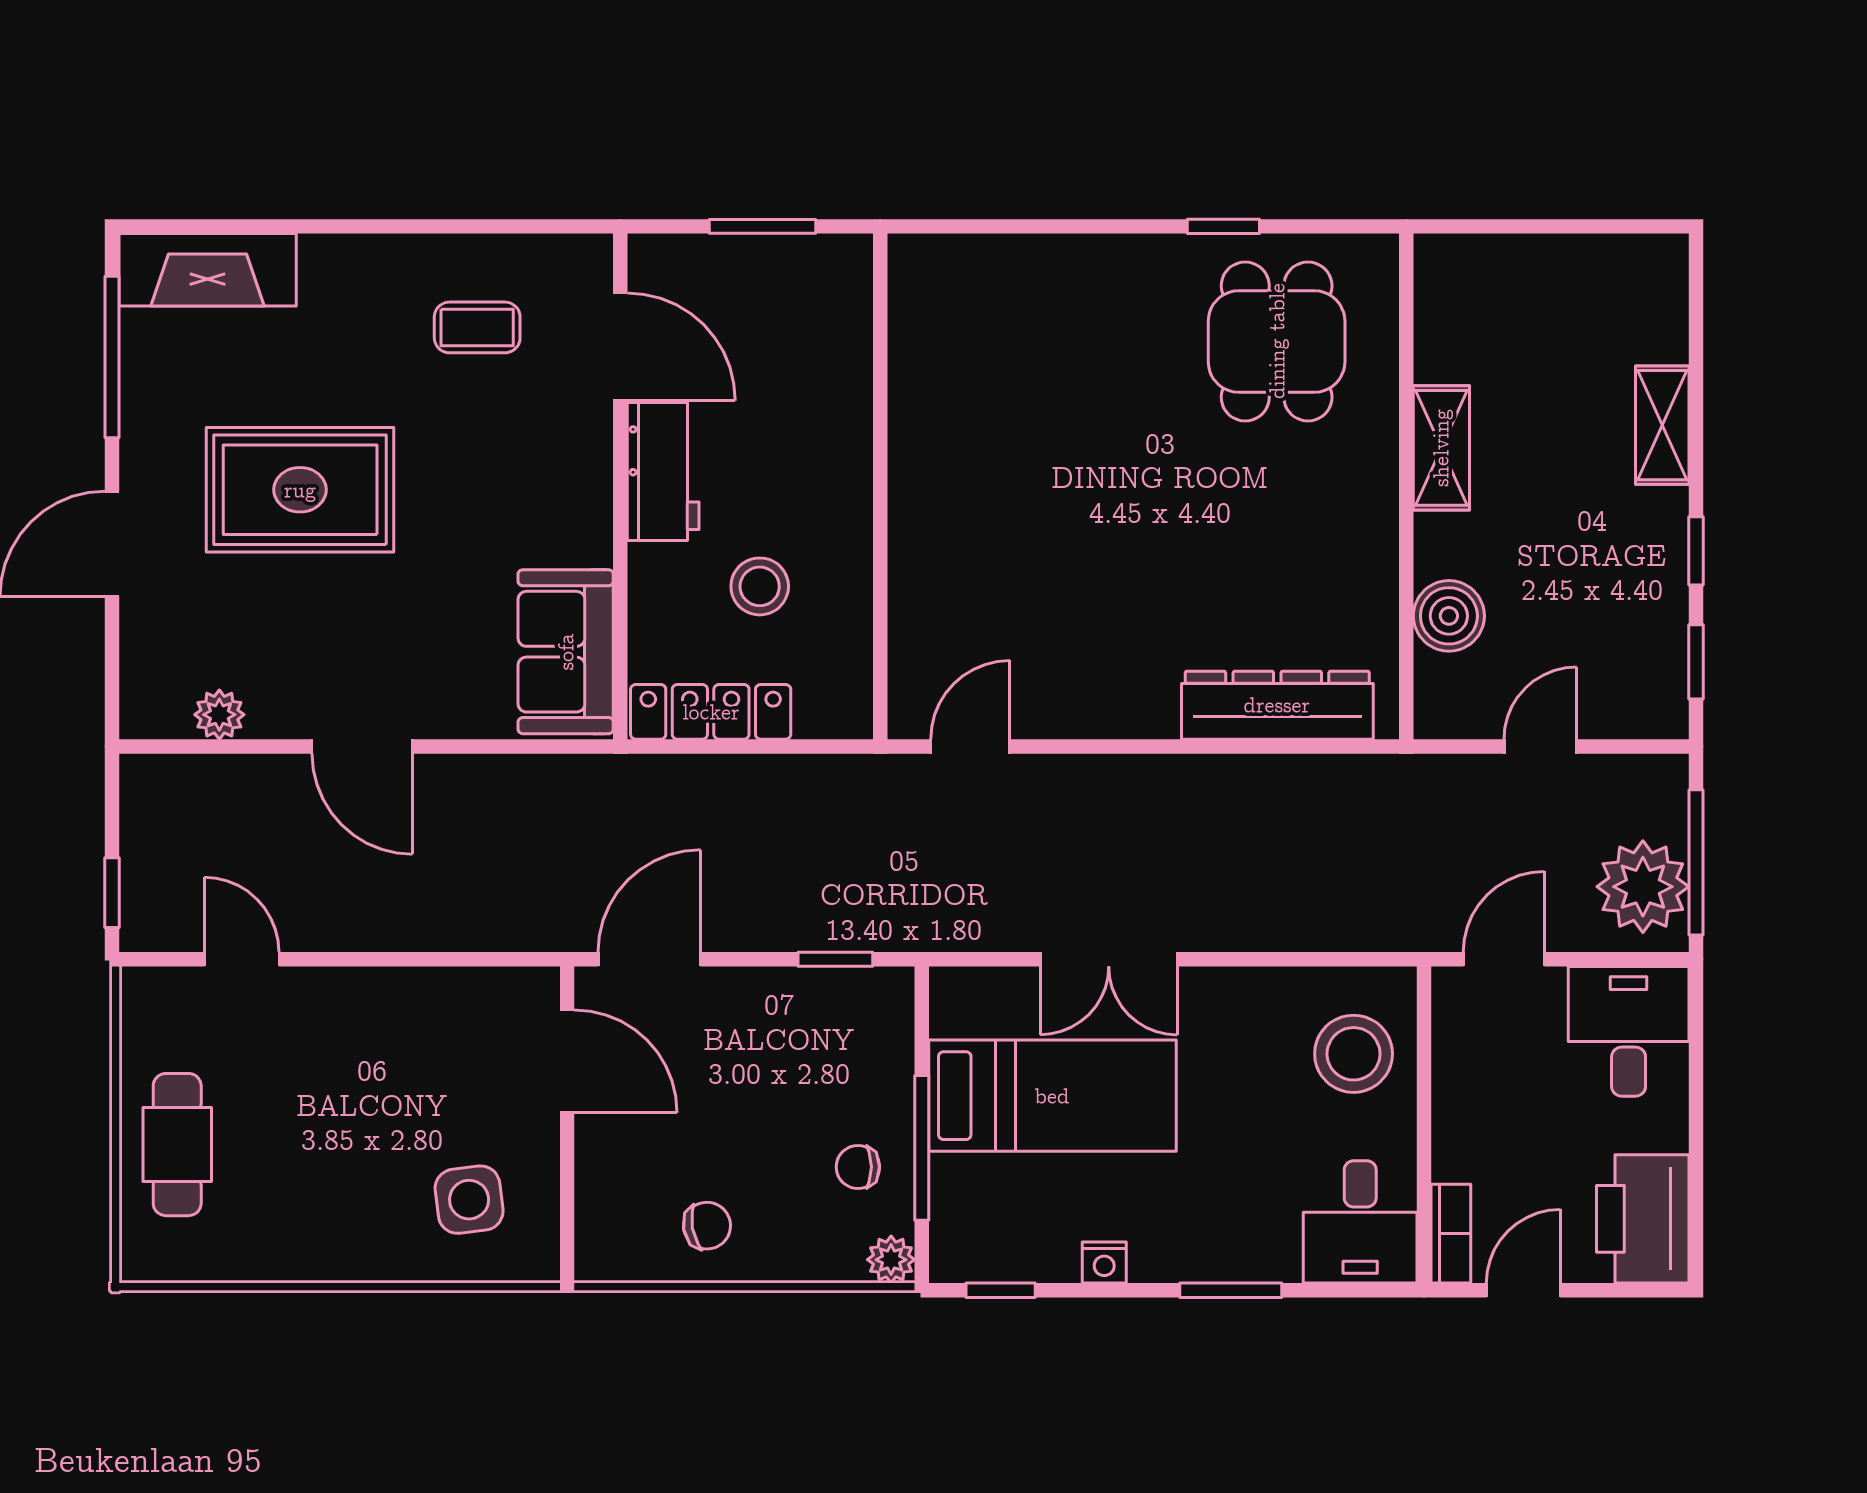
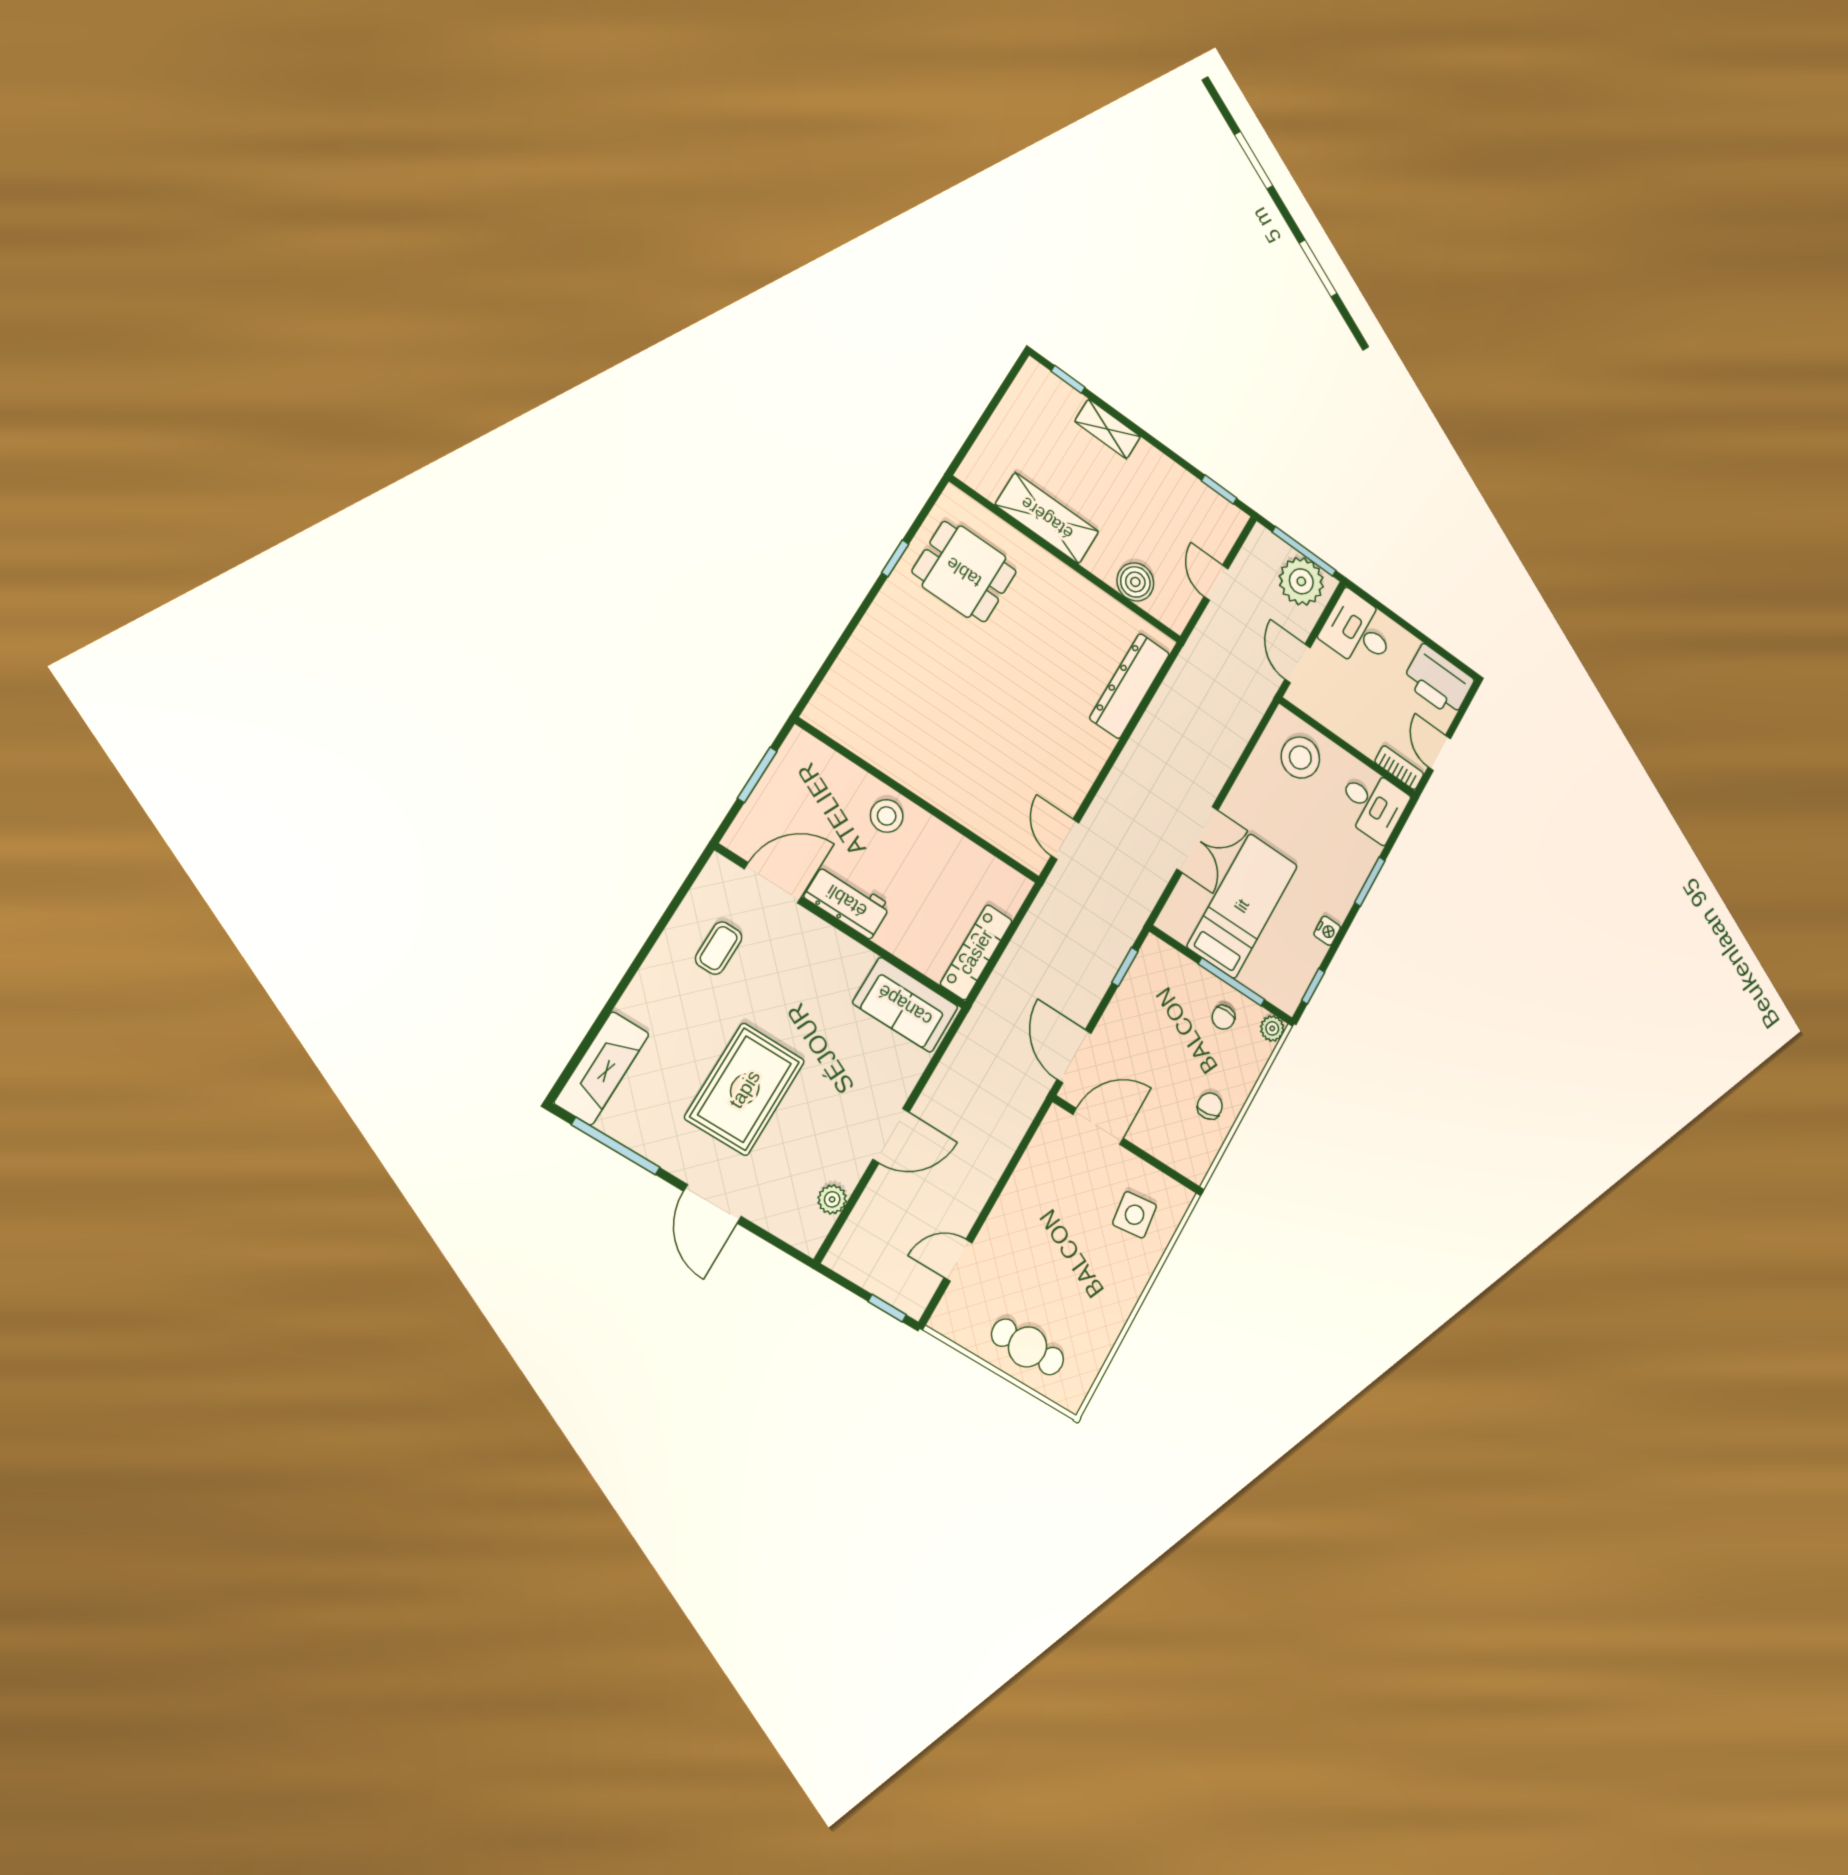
shelving: (1441, 448) -> (1047, 518), width x1.50, depth x1.33
window: (1696, 551) -> (1068, 379), moved
stool: (760, 586) -> (887, 816), moved

